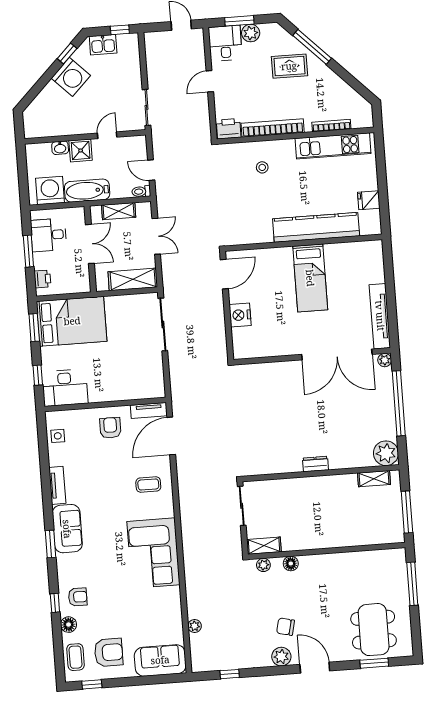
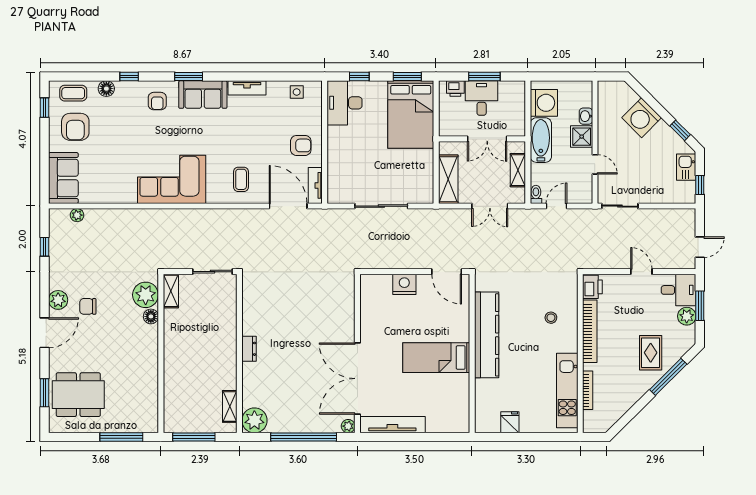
washing machine: (71, 77) -> (642, 118), moved
kitchen counter: (316, 227) -> (487, 335), moved
desk: (49, 235) -> (482, 98), moved
sliding door: (163, 324) -> (381, 206), moved
plant: (263, 565) -> (146, 295), width x1.87, depth x1.87
armchair: (78, 597) -> (157, 101), moved
plant: (195, 626) -> (77, 215), moved
chair: (286, 627) -> (88, 306), turned -103

